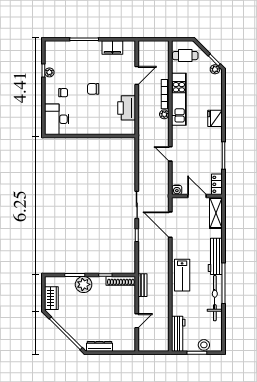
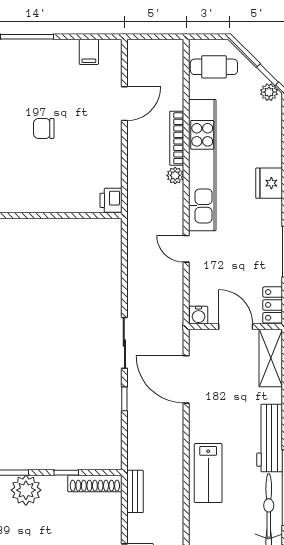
filing cabinet: (112, 47) -> (89, 52), width x0.50
kitchen unit: (179, 99) -> (202, 165), width x1.36
printer: (127, 108) -> (111, 200), moved, width x0.53, depth x0.68

